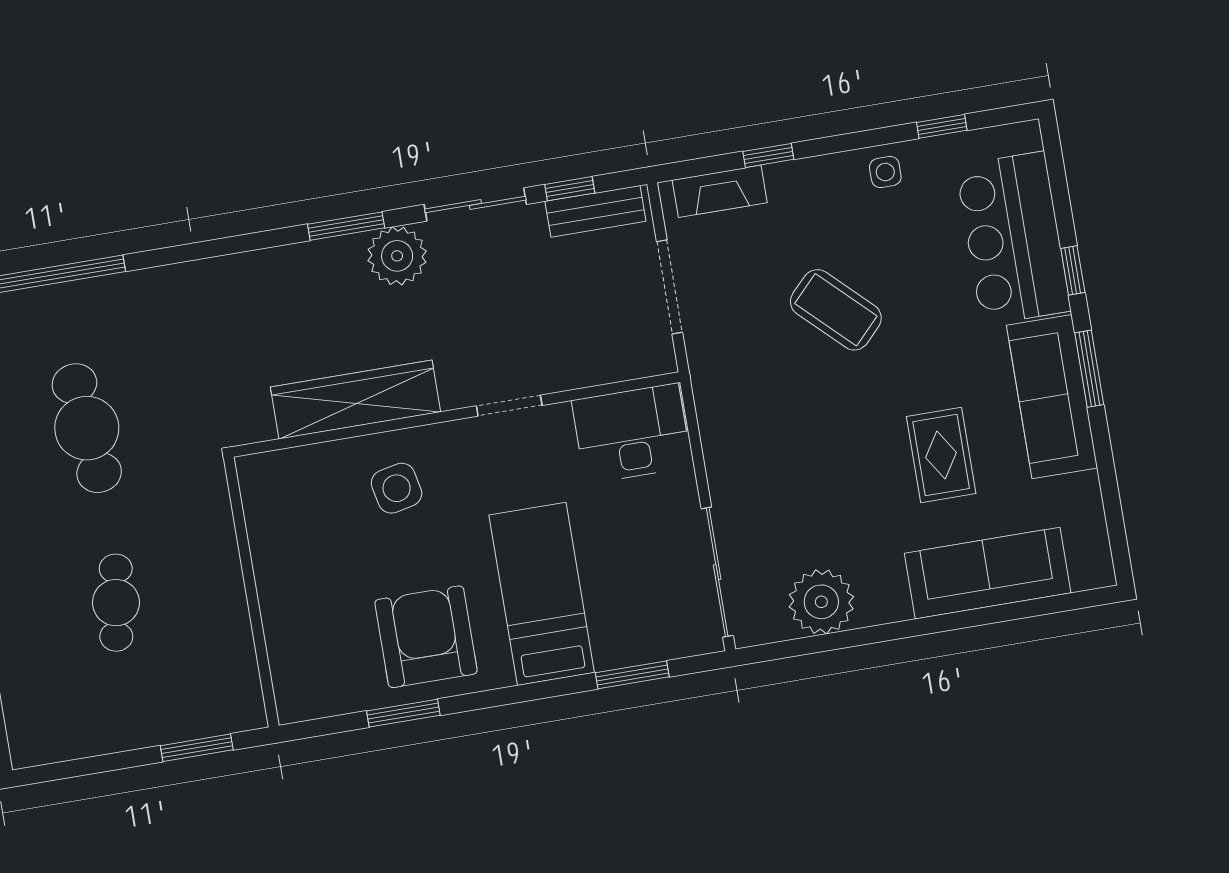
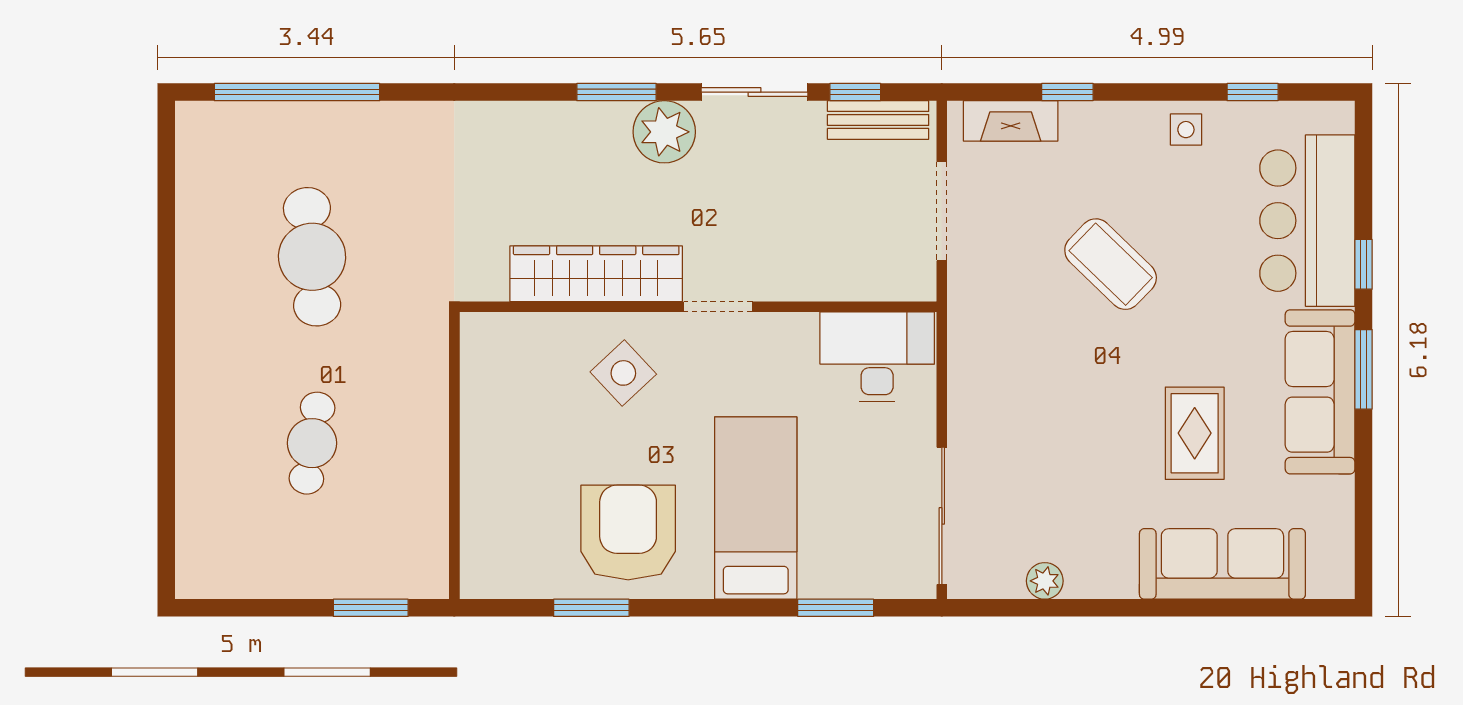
doorway: (509, 406) -> (718, 307), moved
side table: (397, 488) -> (623, 373), turned -31
plant: (821, 602) -> (1045, 581), width x0.53, depth x0.53

